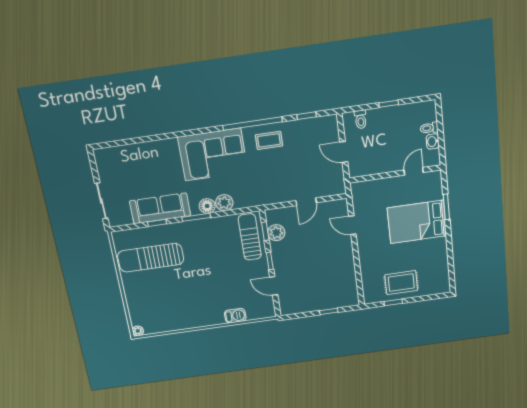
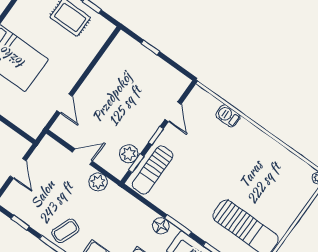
coffee table: (269, 140) -> (65, 231), turned -69
plant: (224, 203) -> (98, 182), moved

